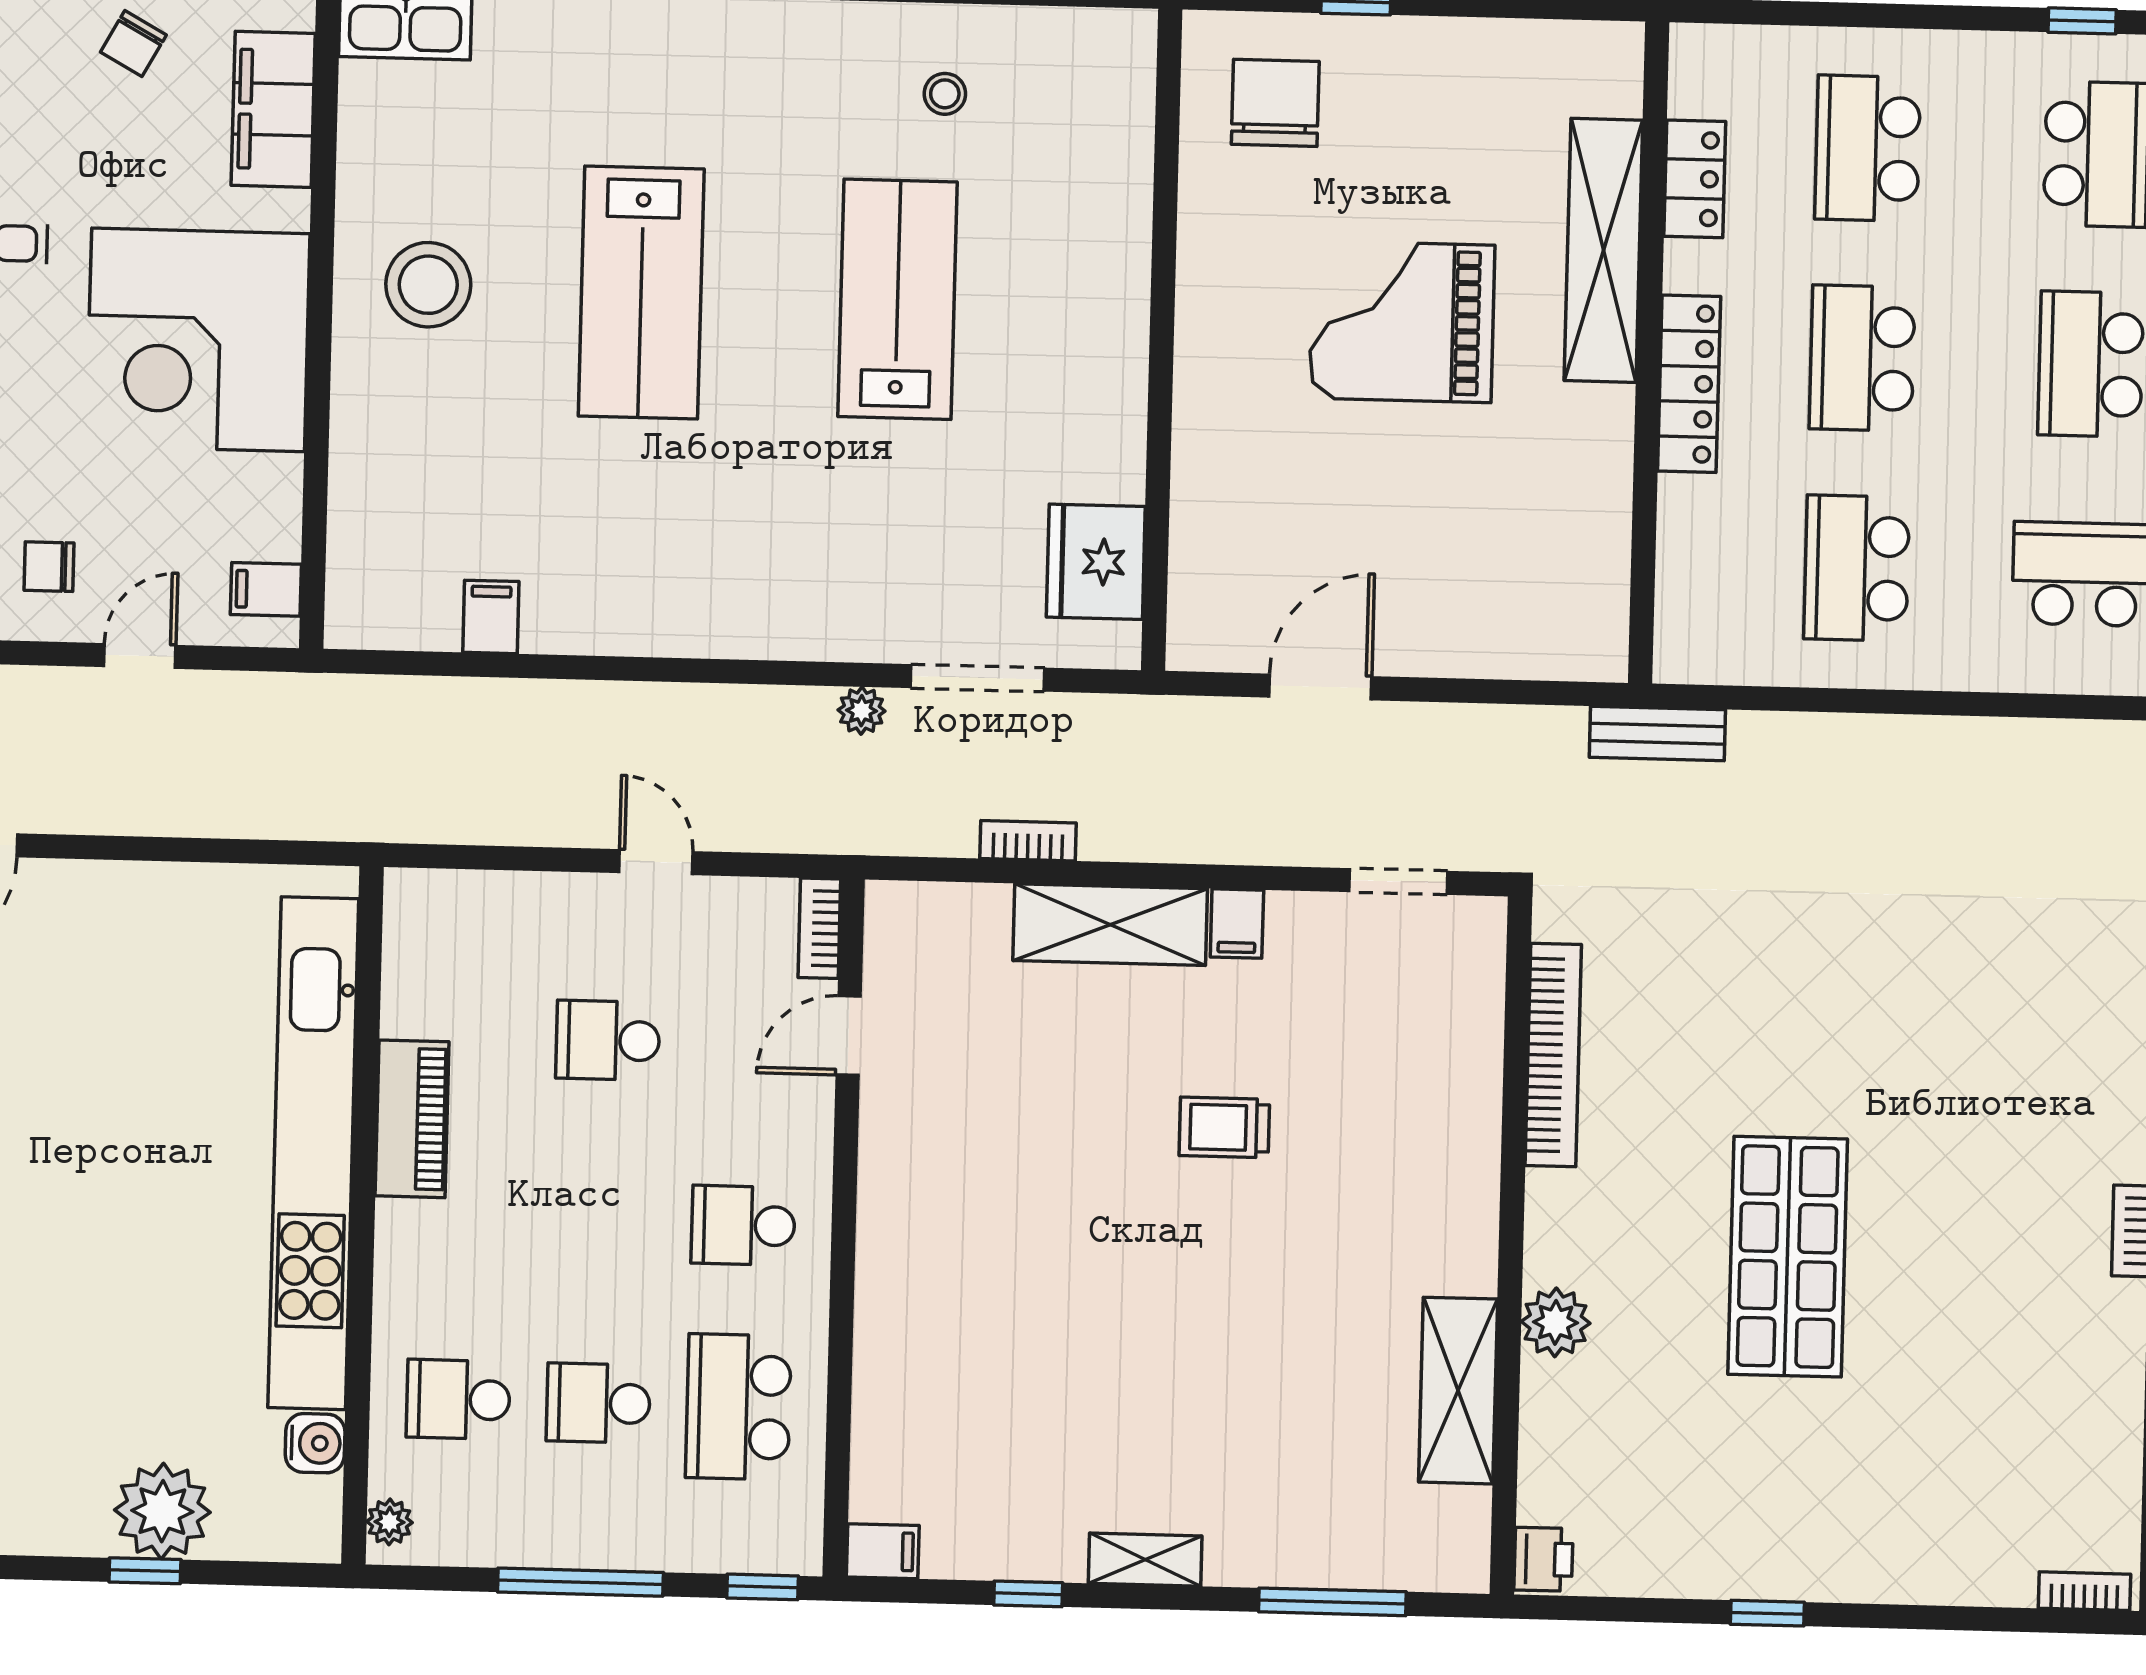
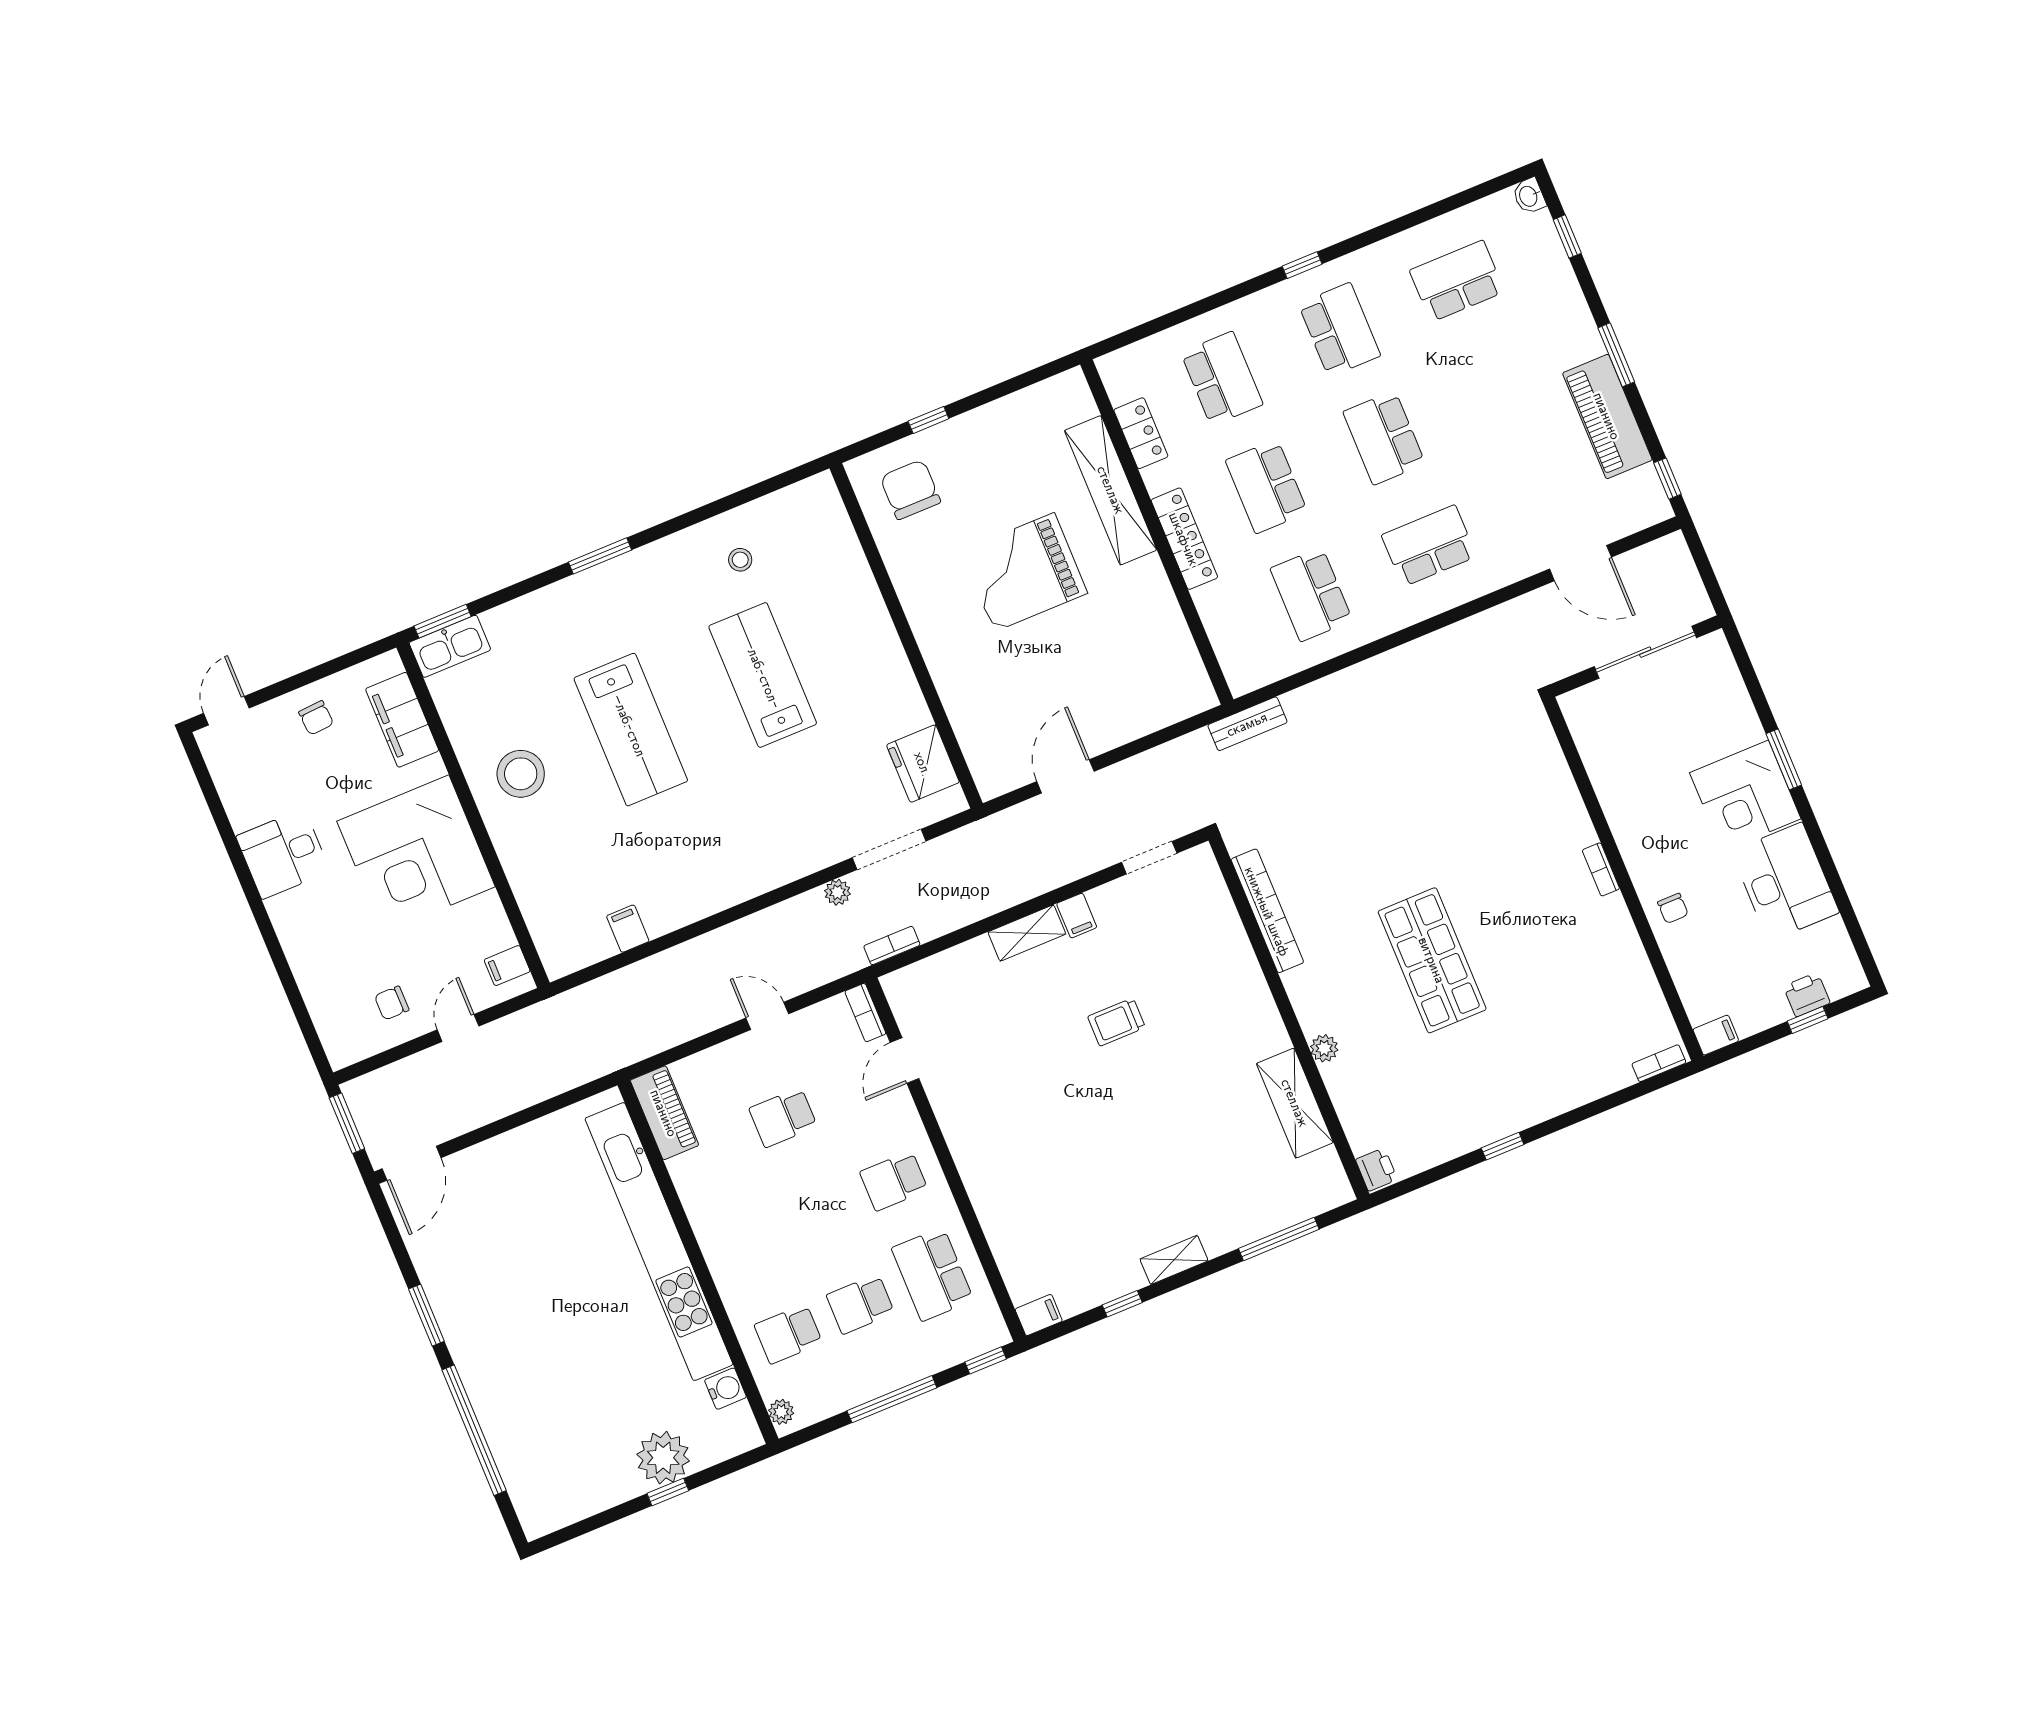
chair: (133, 43) -> (316, 718), turned -33
school desk: (1868, 148) -> (1222, 378), turned 180
bookcase: (1028, 841) -> (892, 946), moved
shelving: (1110, 925) -> (1027, 933), width x0.67, depth x0.75
piano: (412, 1119) -> (664, 1113), moved
plant: (1556, 1322) -> (1324, 1048), width x0.73, depth x0.73

